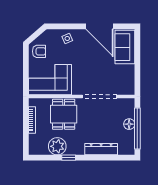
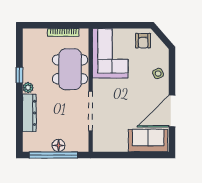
dining table: (64, 114) -> (70, 69), width x1.38
plant: (57, 146) -> (28, 88), moved, width x0.53, depth x0.53

